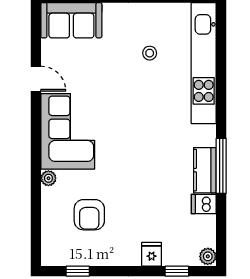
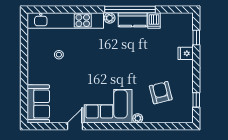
window: (221, 166) -> (130, 10), width x1.46
armchair: (89, 215) -> (161, 93), turned -104
plant: (208, 256) -> (110, 18), moved

